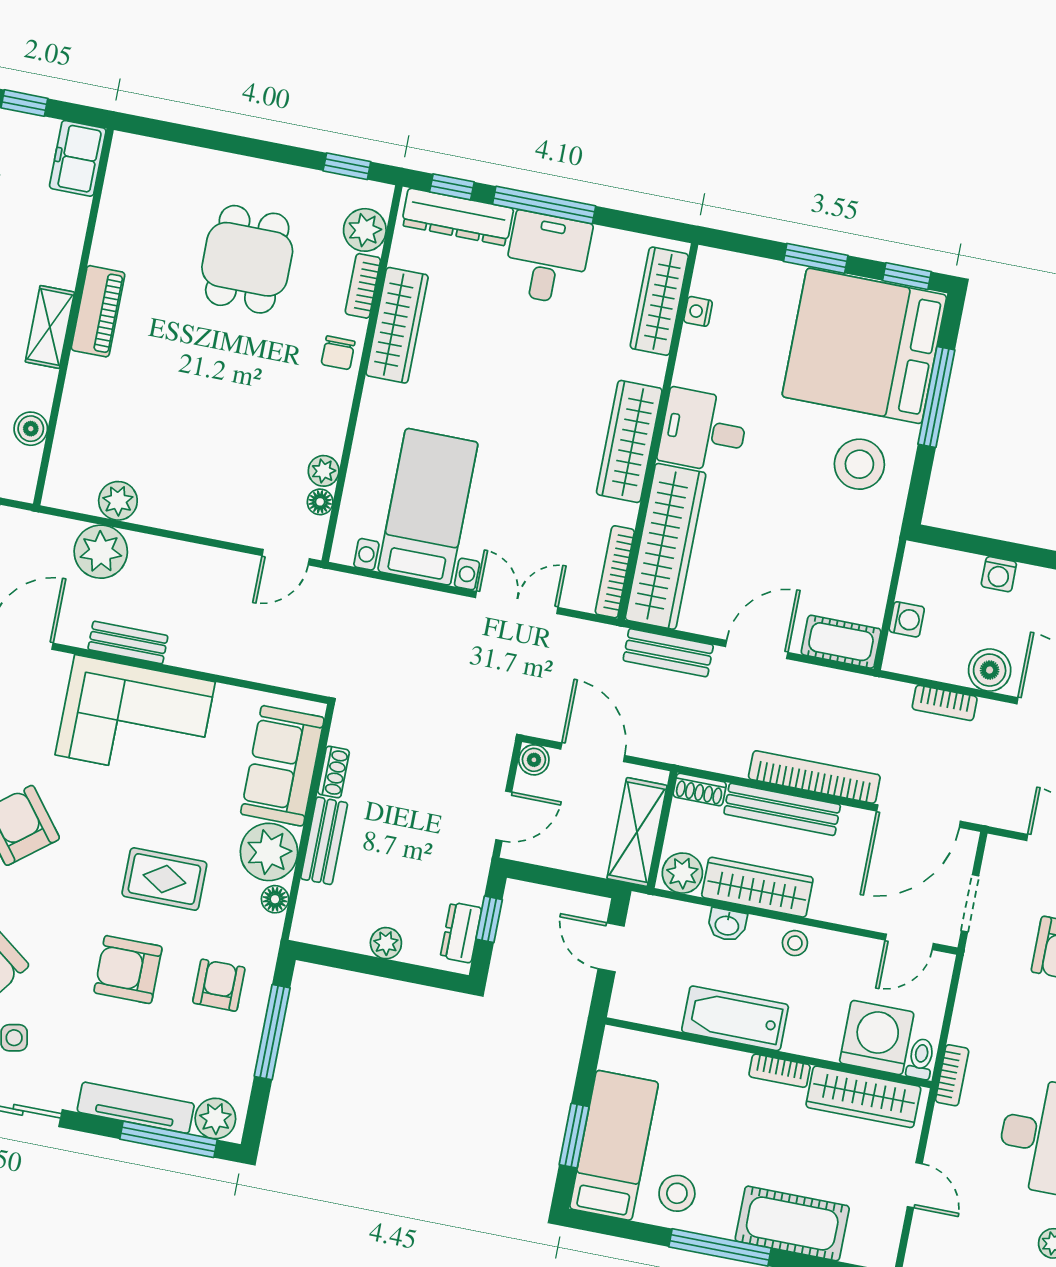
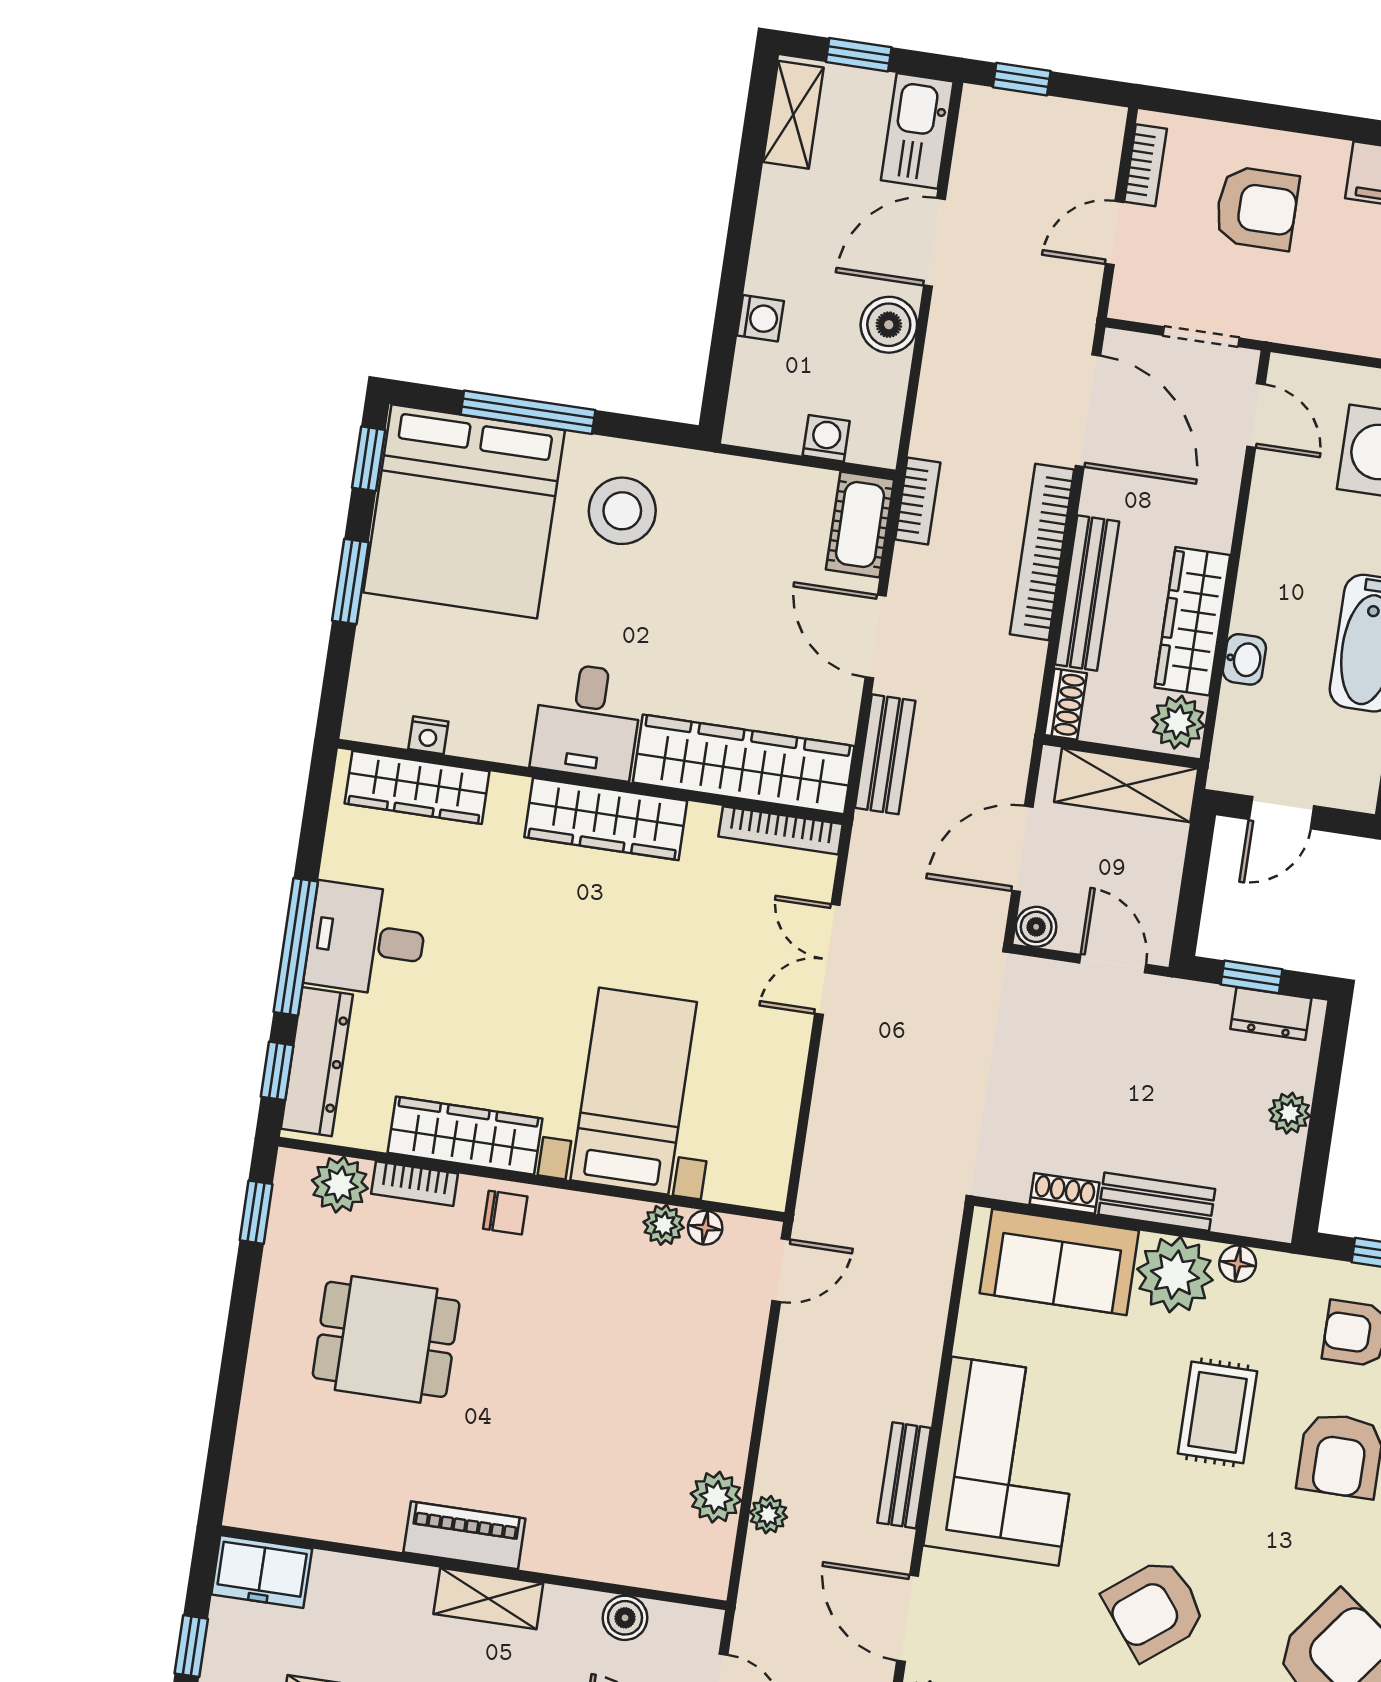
bed with nightstands: (428, 507) -> (634, 1091), moved, turned 90
plant: (101, 552) -> (768, 1515), width x0.53, depth x0.53
door: (286, 557) -> (781, 1270), hinge flipped
bookcase: (945, 703) -> (918, 501), moved
stool: (795, 943) -> (1265, 568), removed

